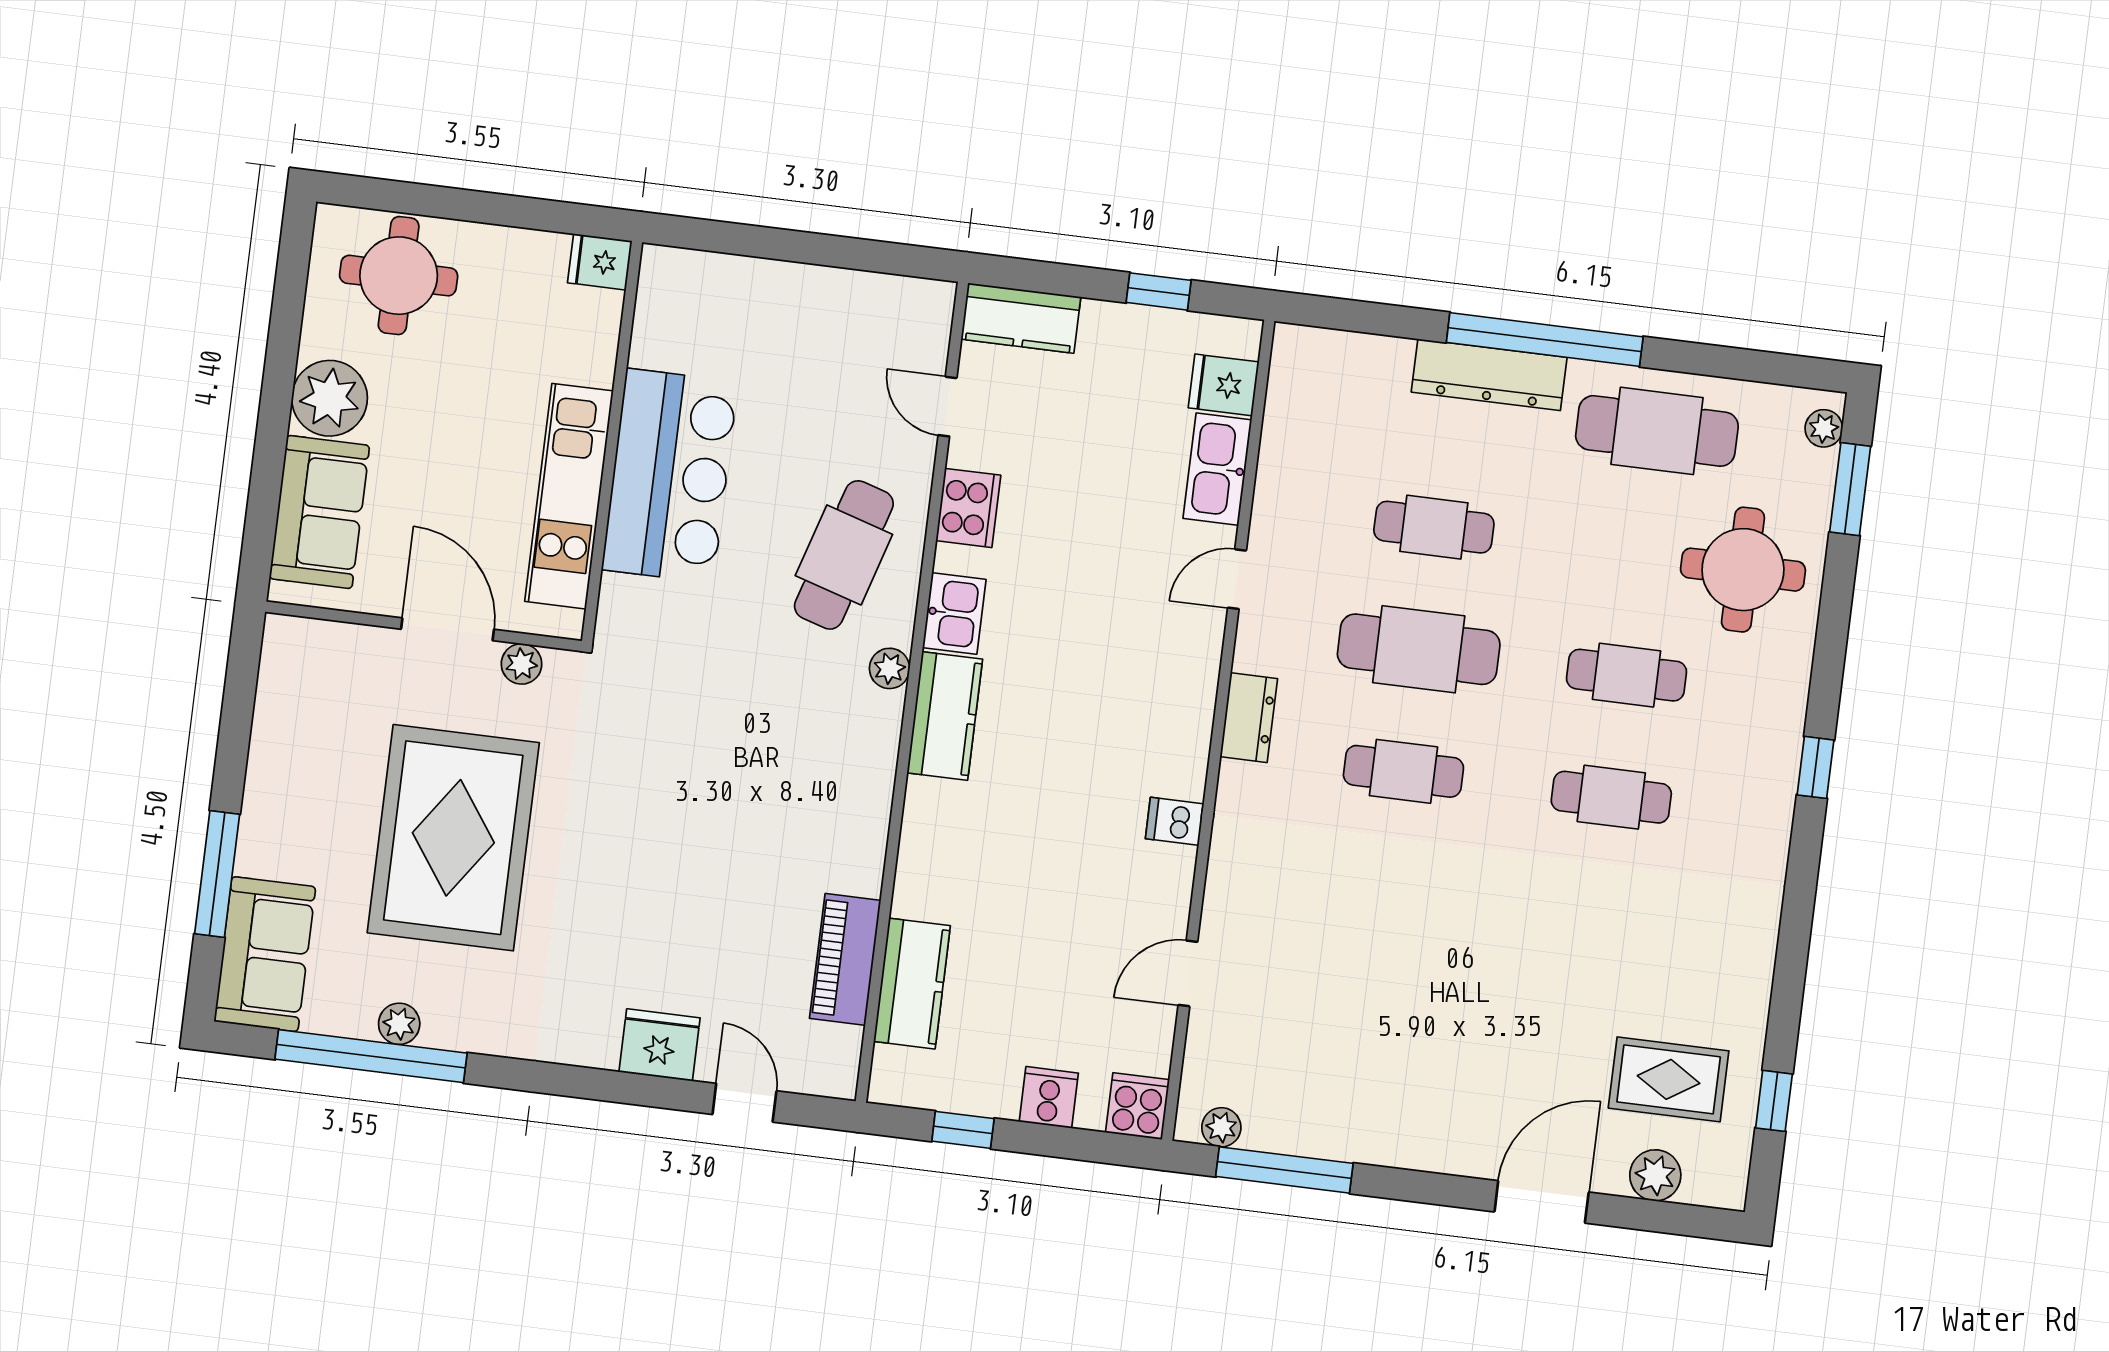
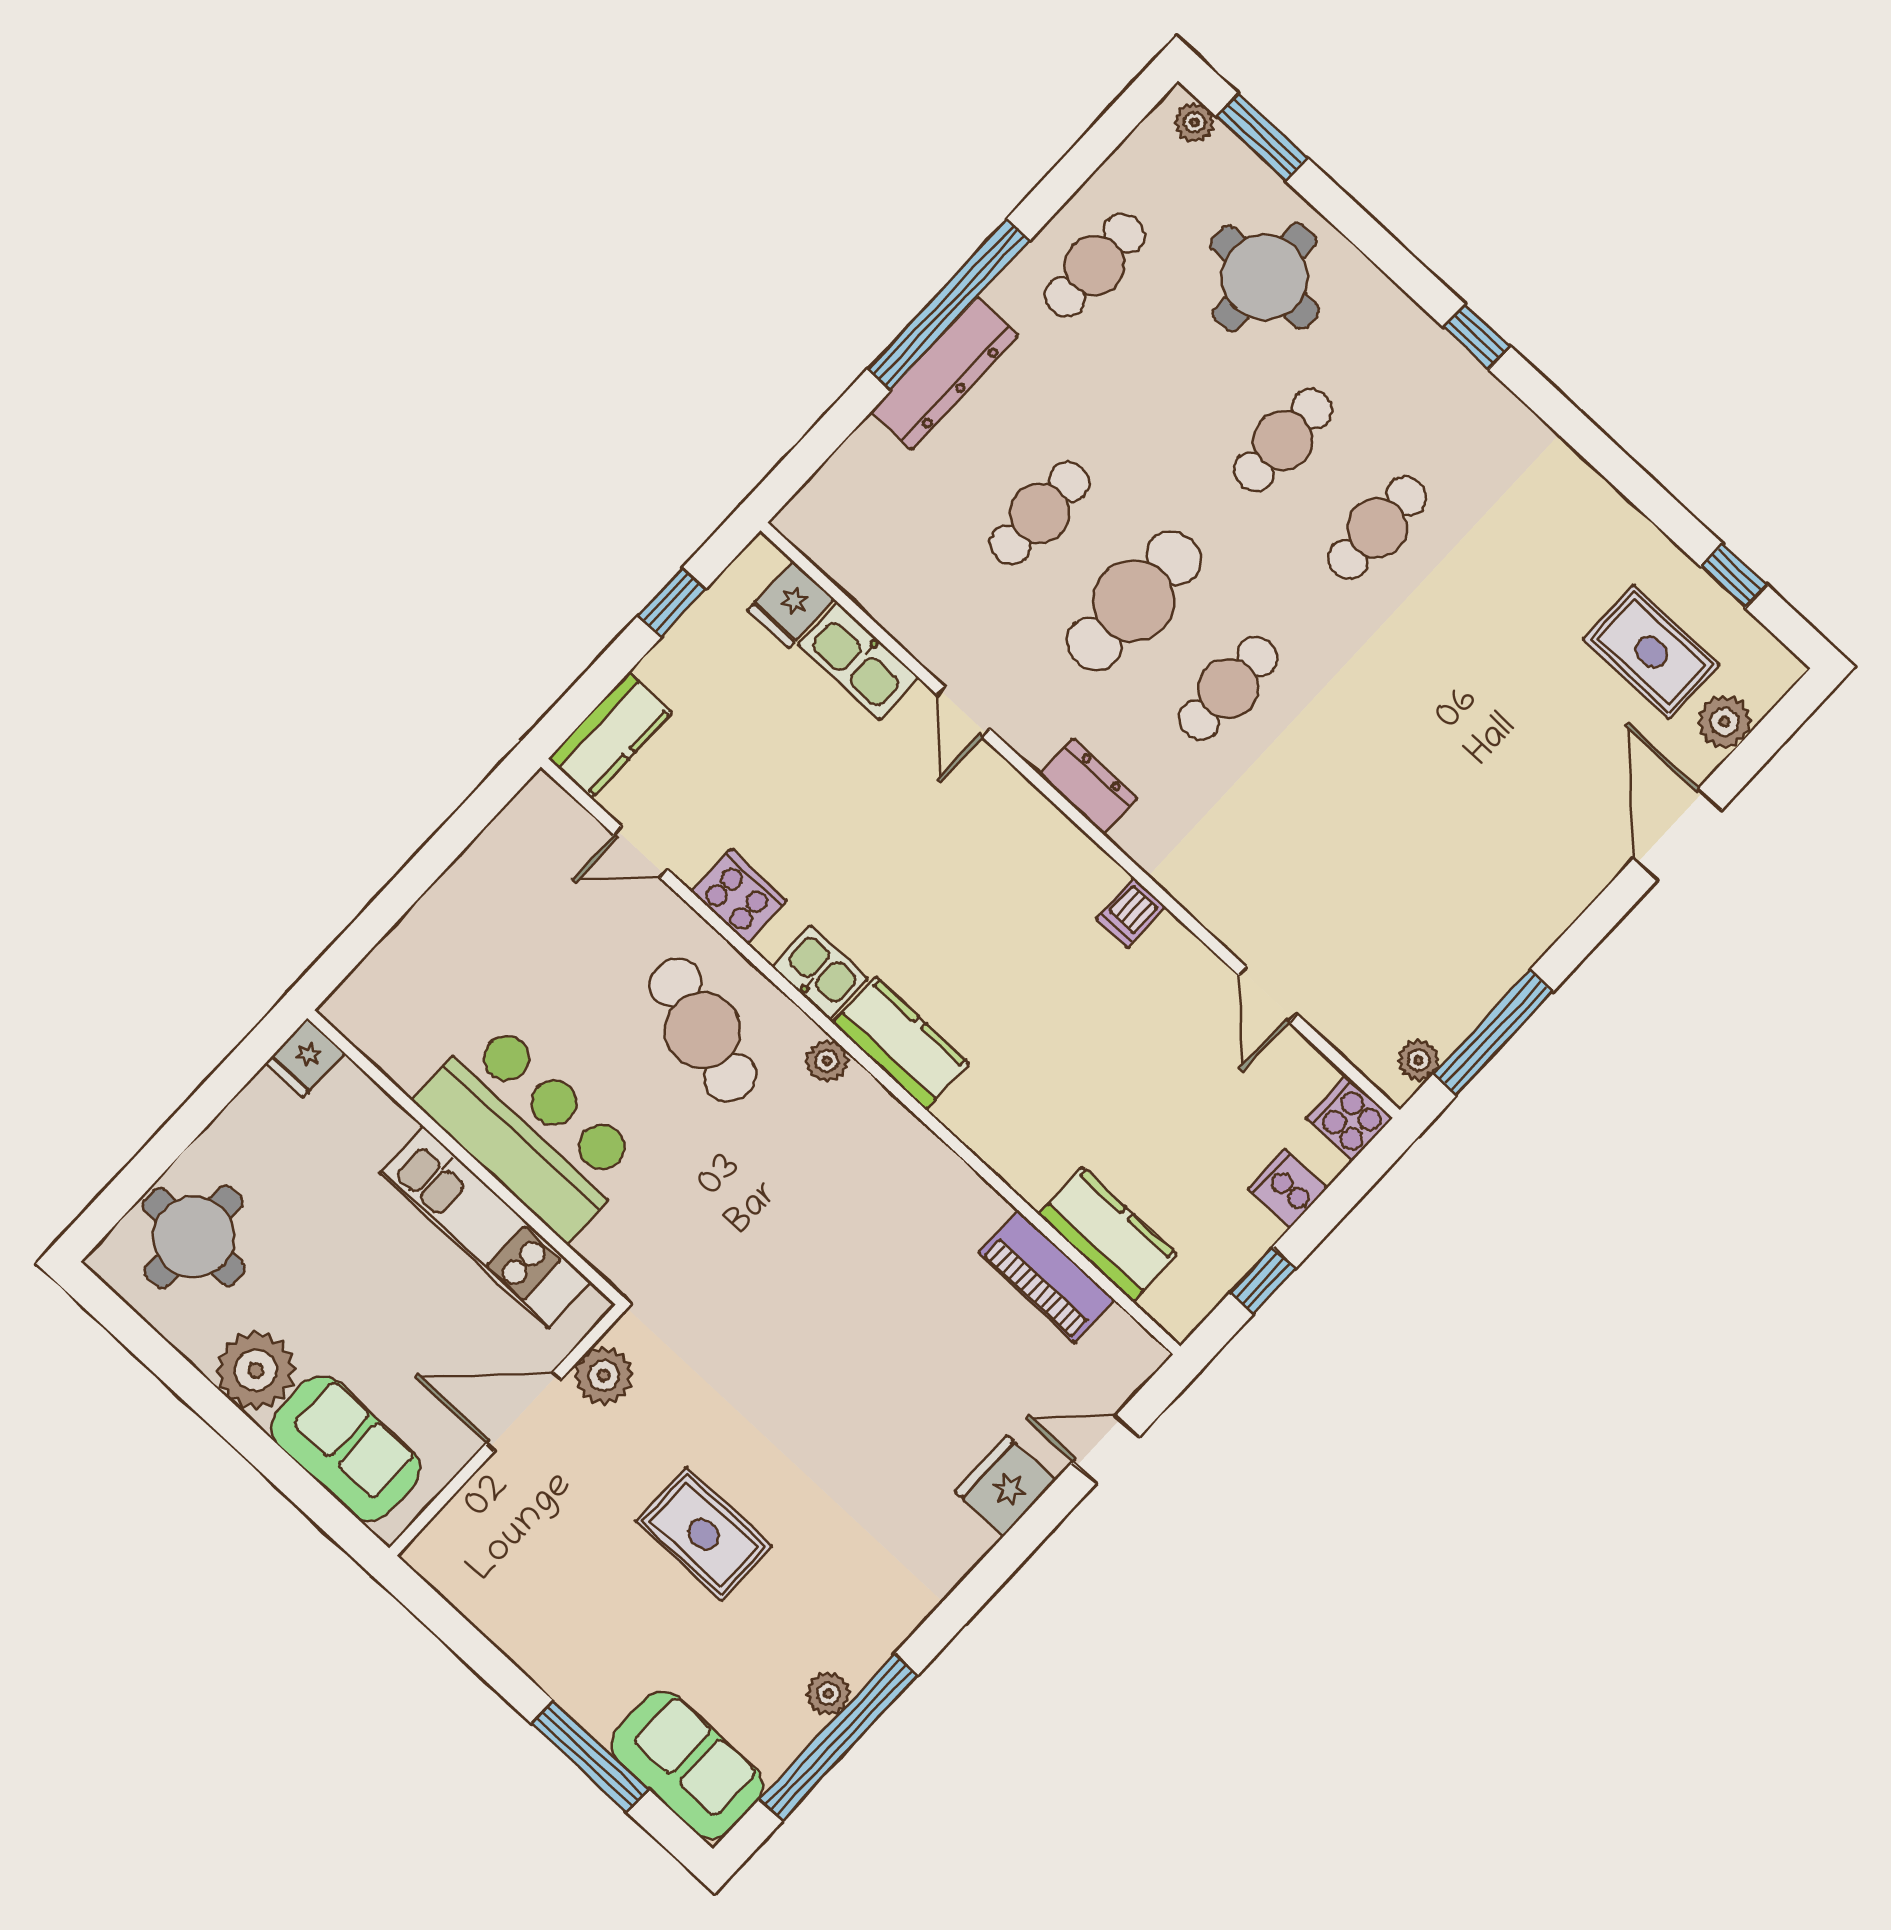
cafe table: (1657, 431) -> (1095, 265), width x0.73, depth x0.74
plant: (522, 664) -> (604, 1375), width x1.38, depth x1.38
rug: (453, 838) -> (704, 1534), width x0.54, depth x0.49
rug: (1669, 1079) -> (1651, 652), turned 90

